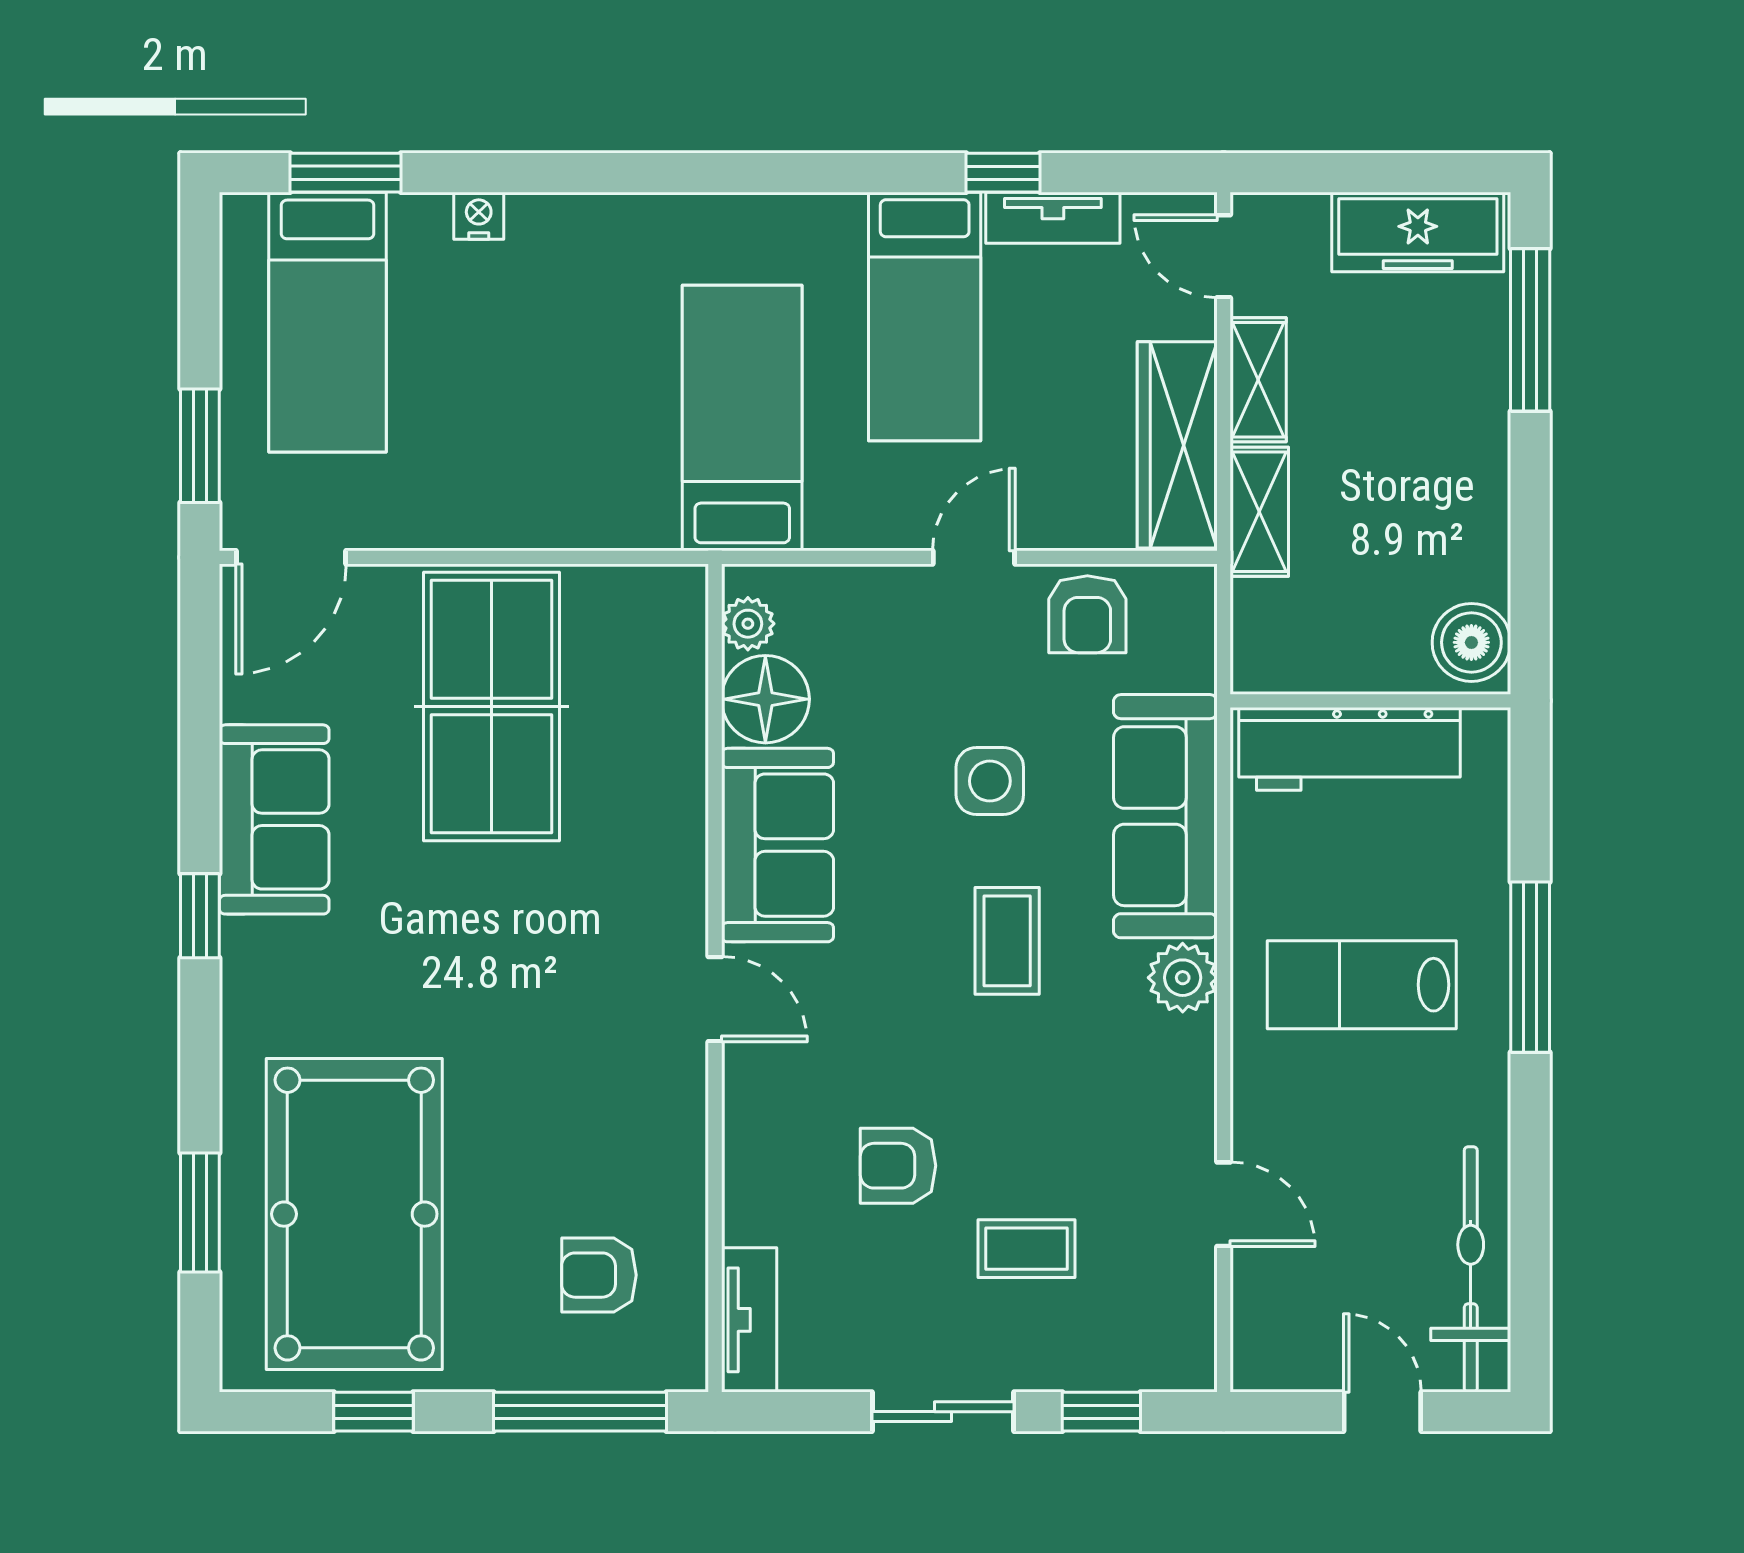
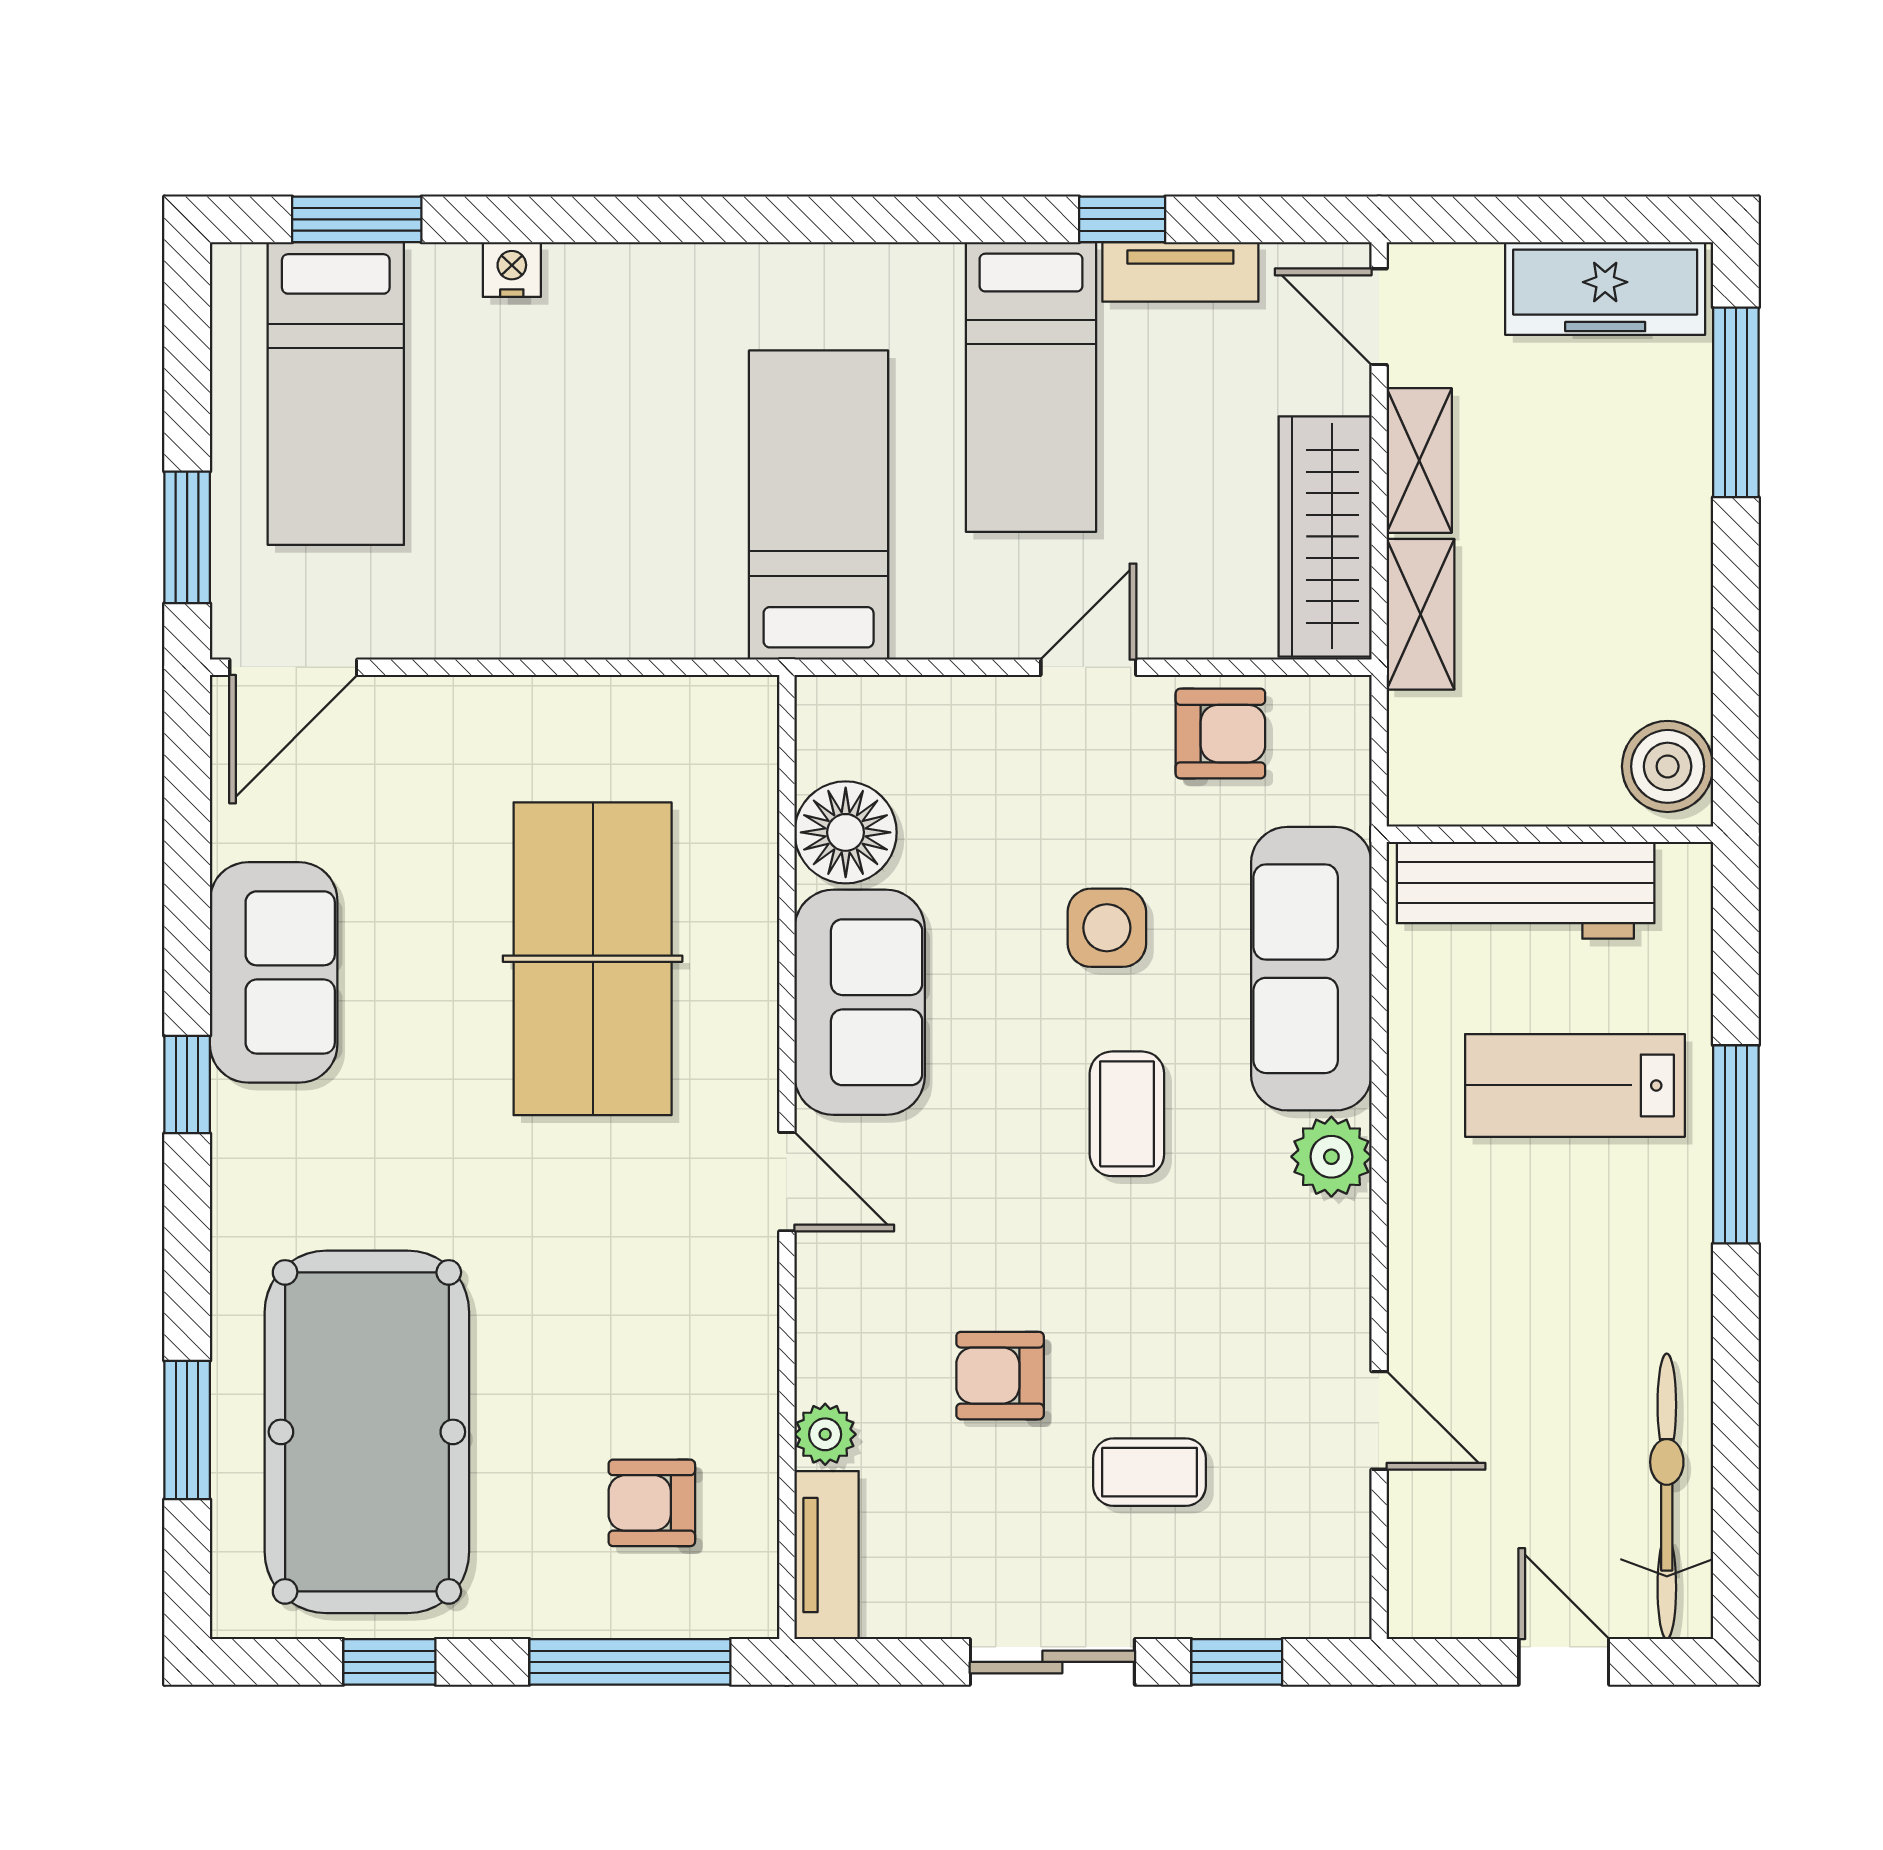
armchair: (1087, 614) -> (1220, 734), turned -90
plant: (748, 624) -> (825, 1434), moved
table tennis table: (491, 706) -> (593, 959), moved
lab bench: (1362, 985) -> (1575, 1085), moved

